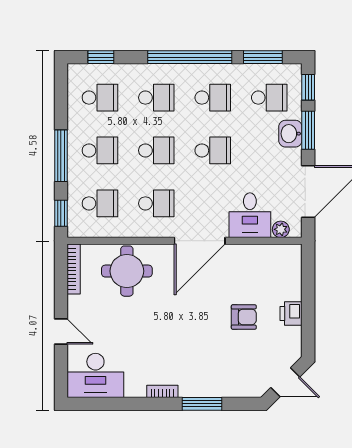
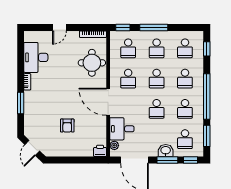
printer: (291, 313) -> (100, 151), moved
desk: (95, 375) -> (36, 57), moved

